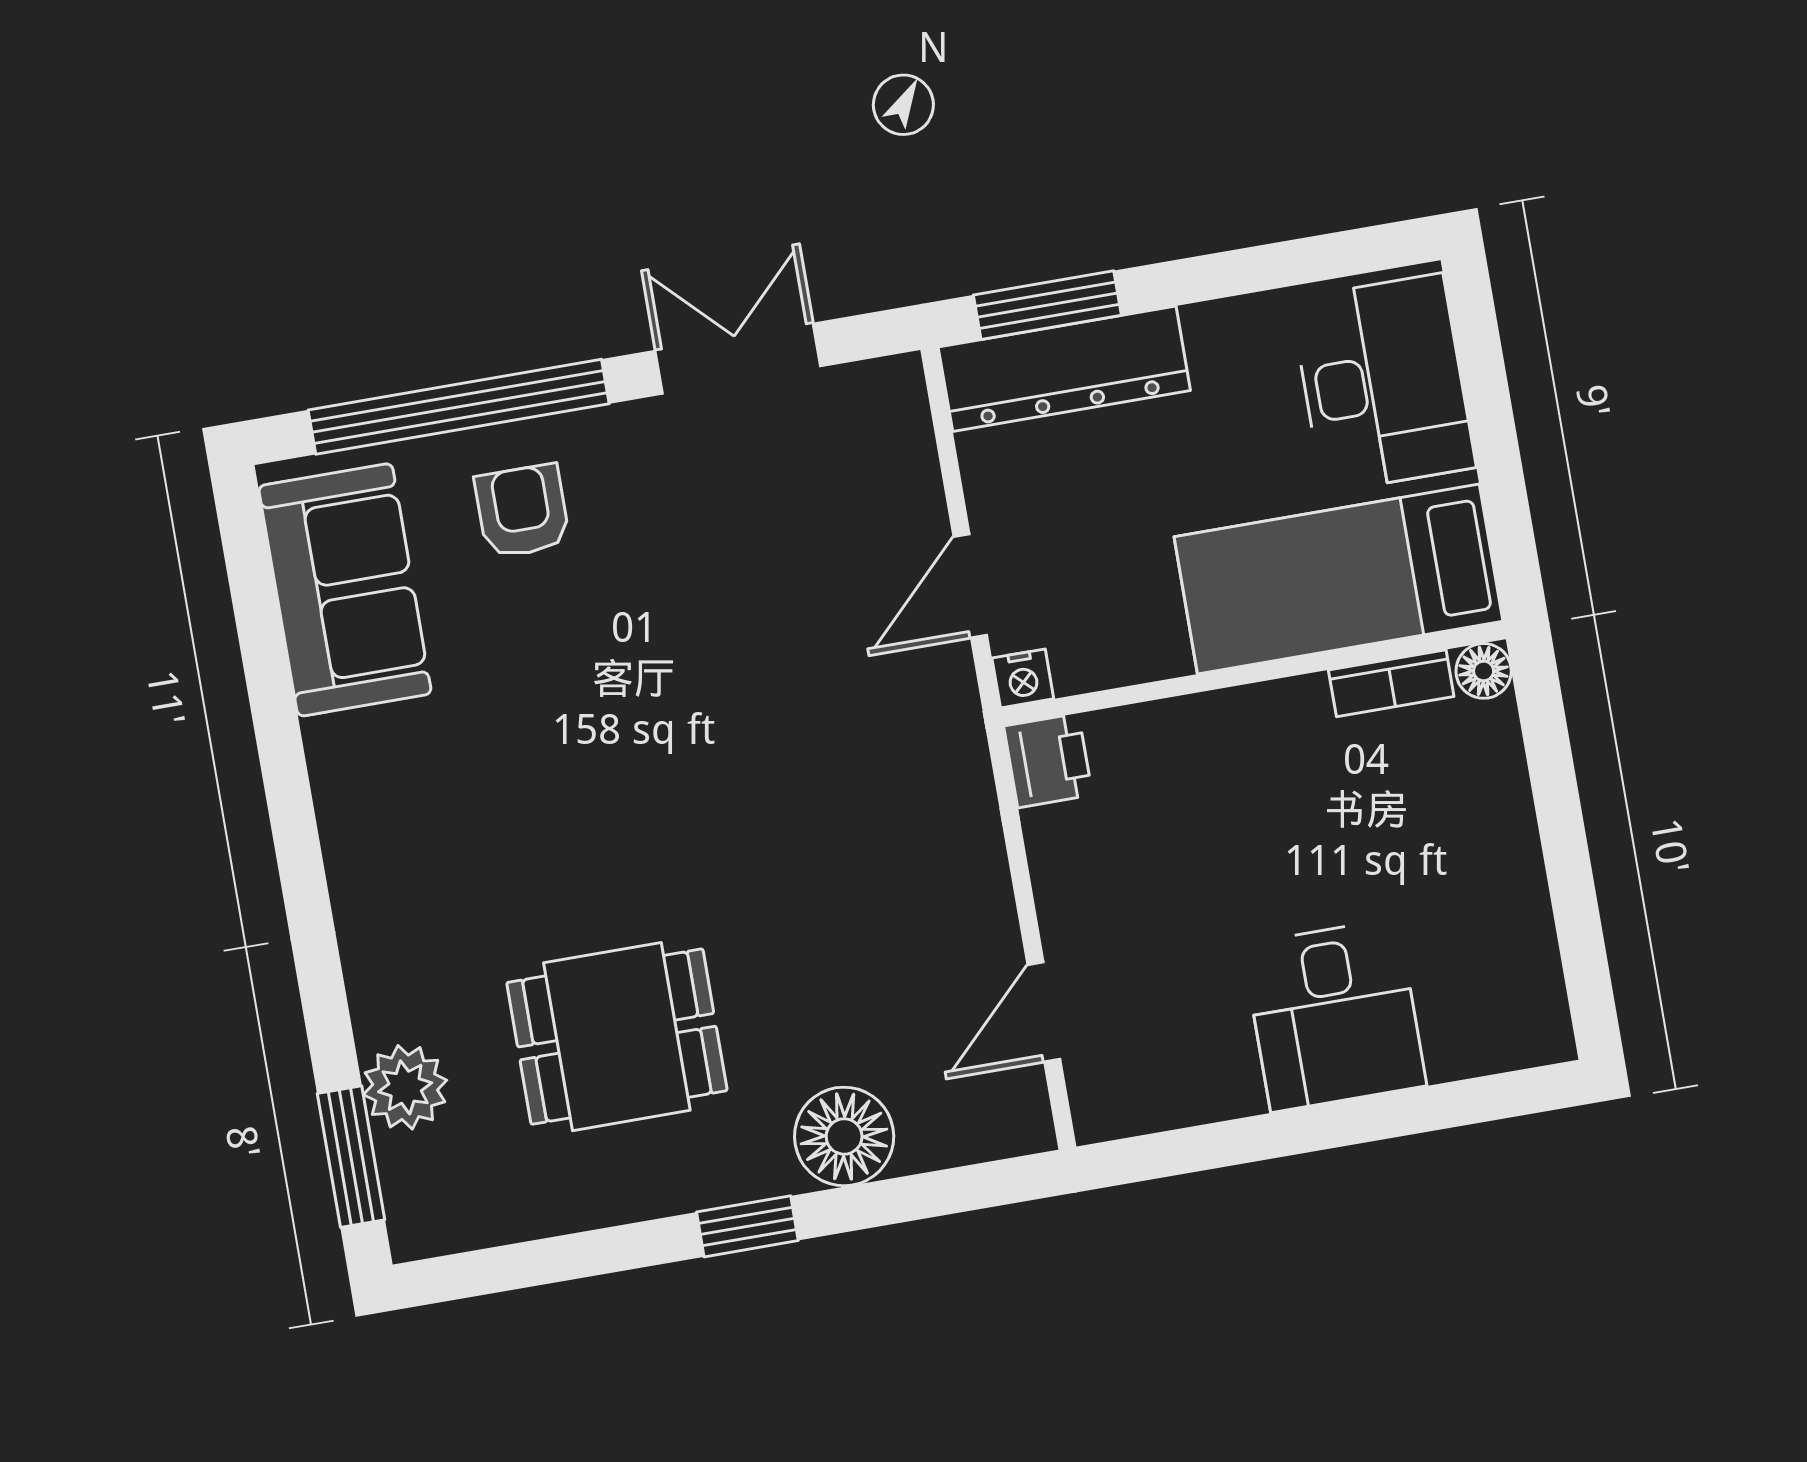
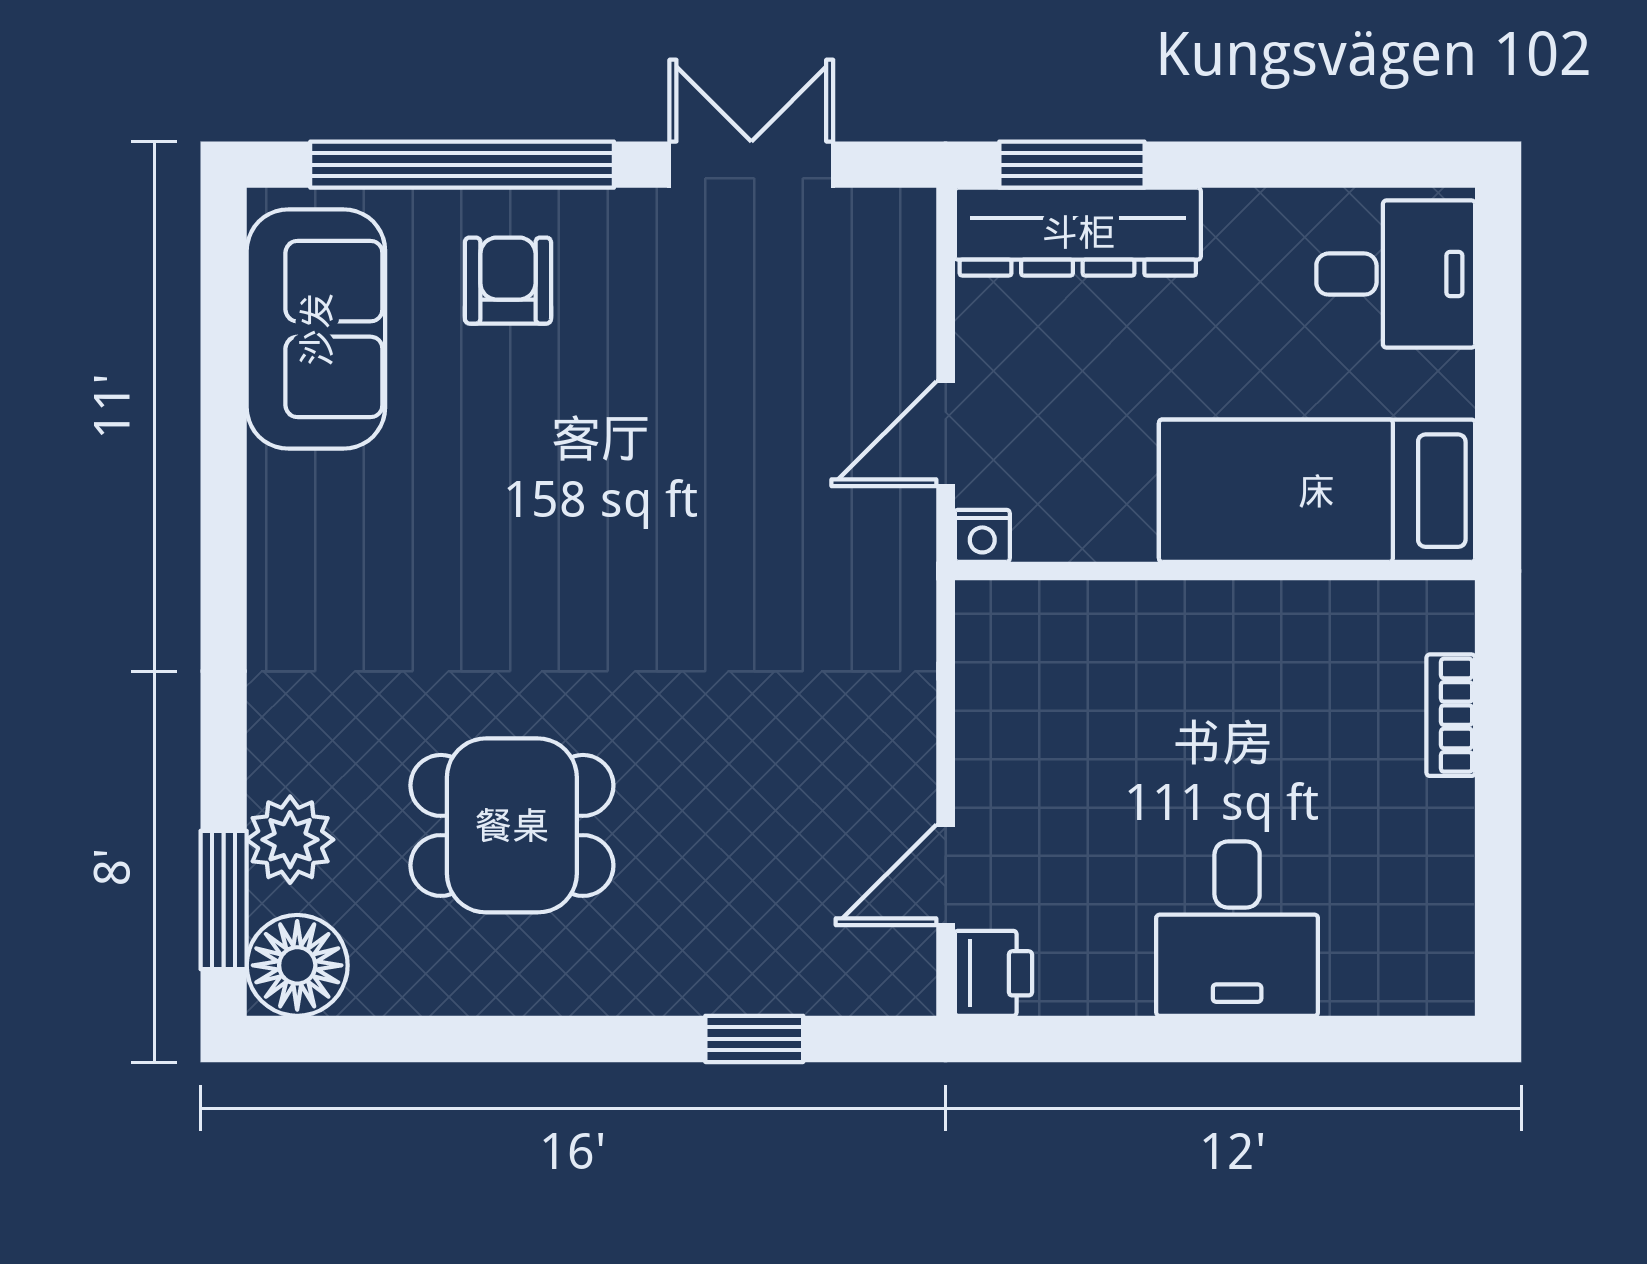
desk: (1383, 383) -> (1396, 274), width x0.73
floor lamp: (1484, 671) -> (1447, 608), removed
bookcase: (1391, 683) -> (1451, 715), moved, turned 90
printer: (1048, 761) -> (993, 973), moved
floor lamp: (844, 1136) -> (297, 965), moved
window: (747, 1226) -> (754, 1039), moved

